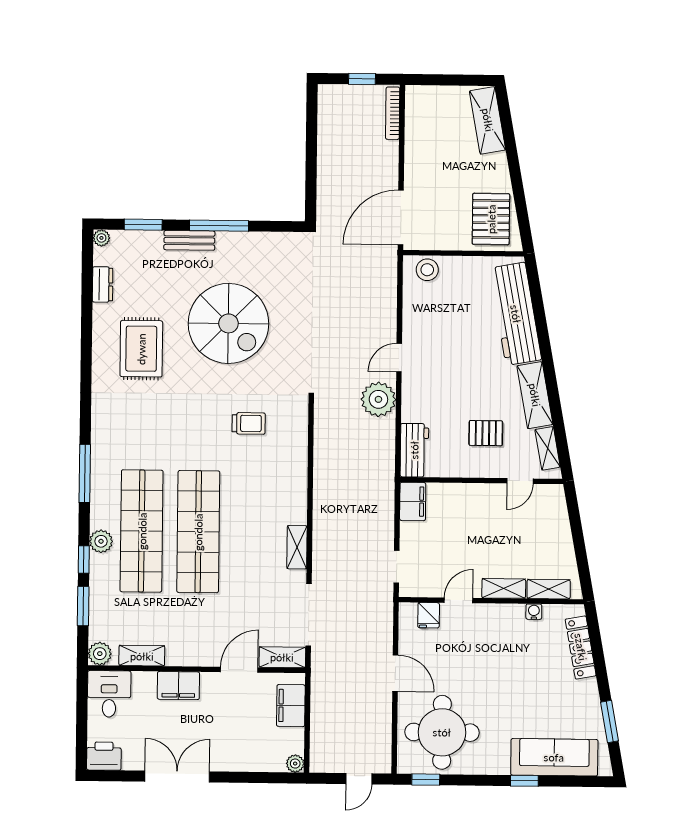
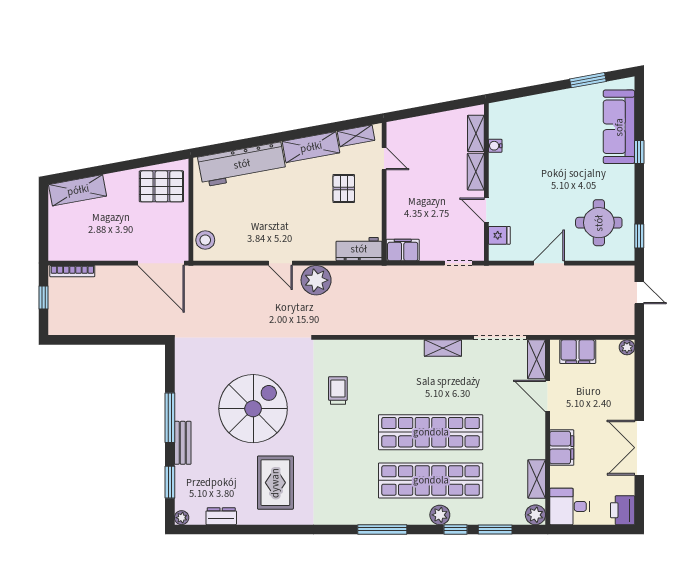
rug: (141, 349) -> (275, 483), turned 90
locker: (581, 647) -> (525, 106), removed
round table: (442, 732) -> (599, 223), width x0.73, depth x0.73

